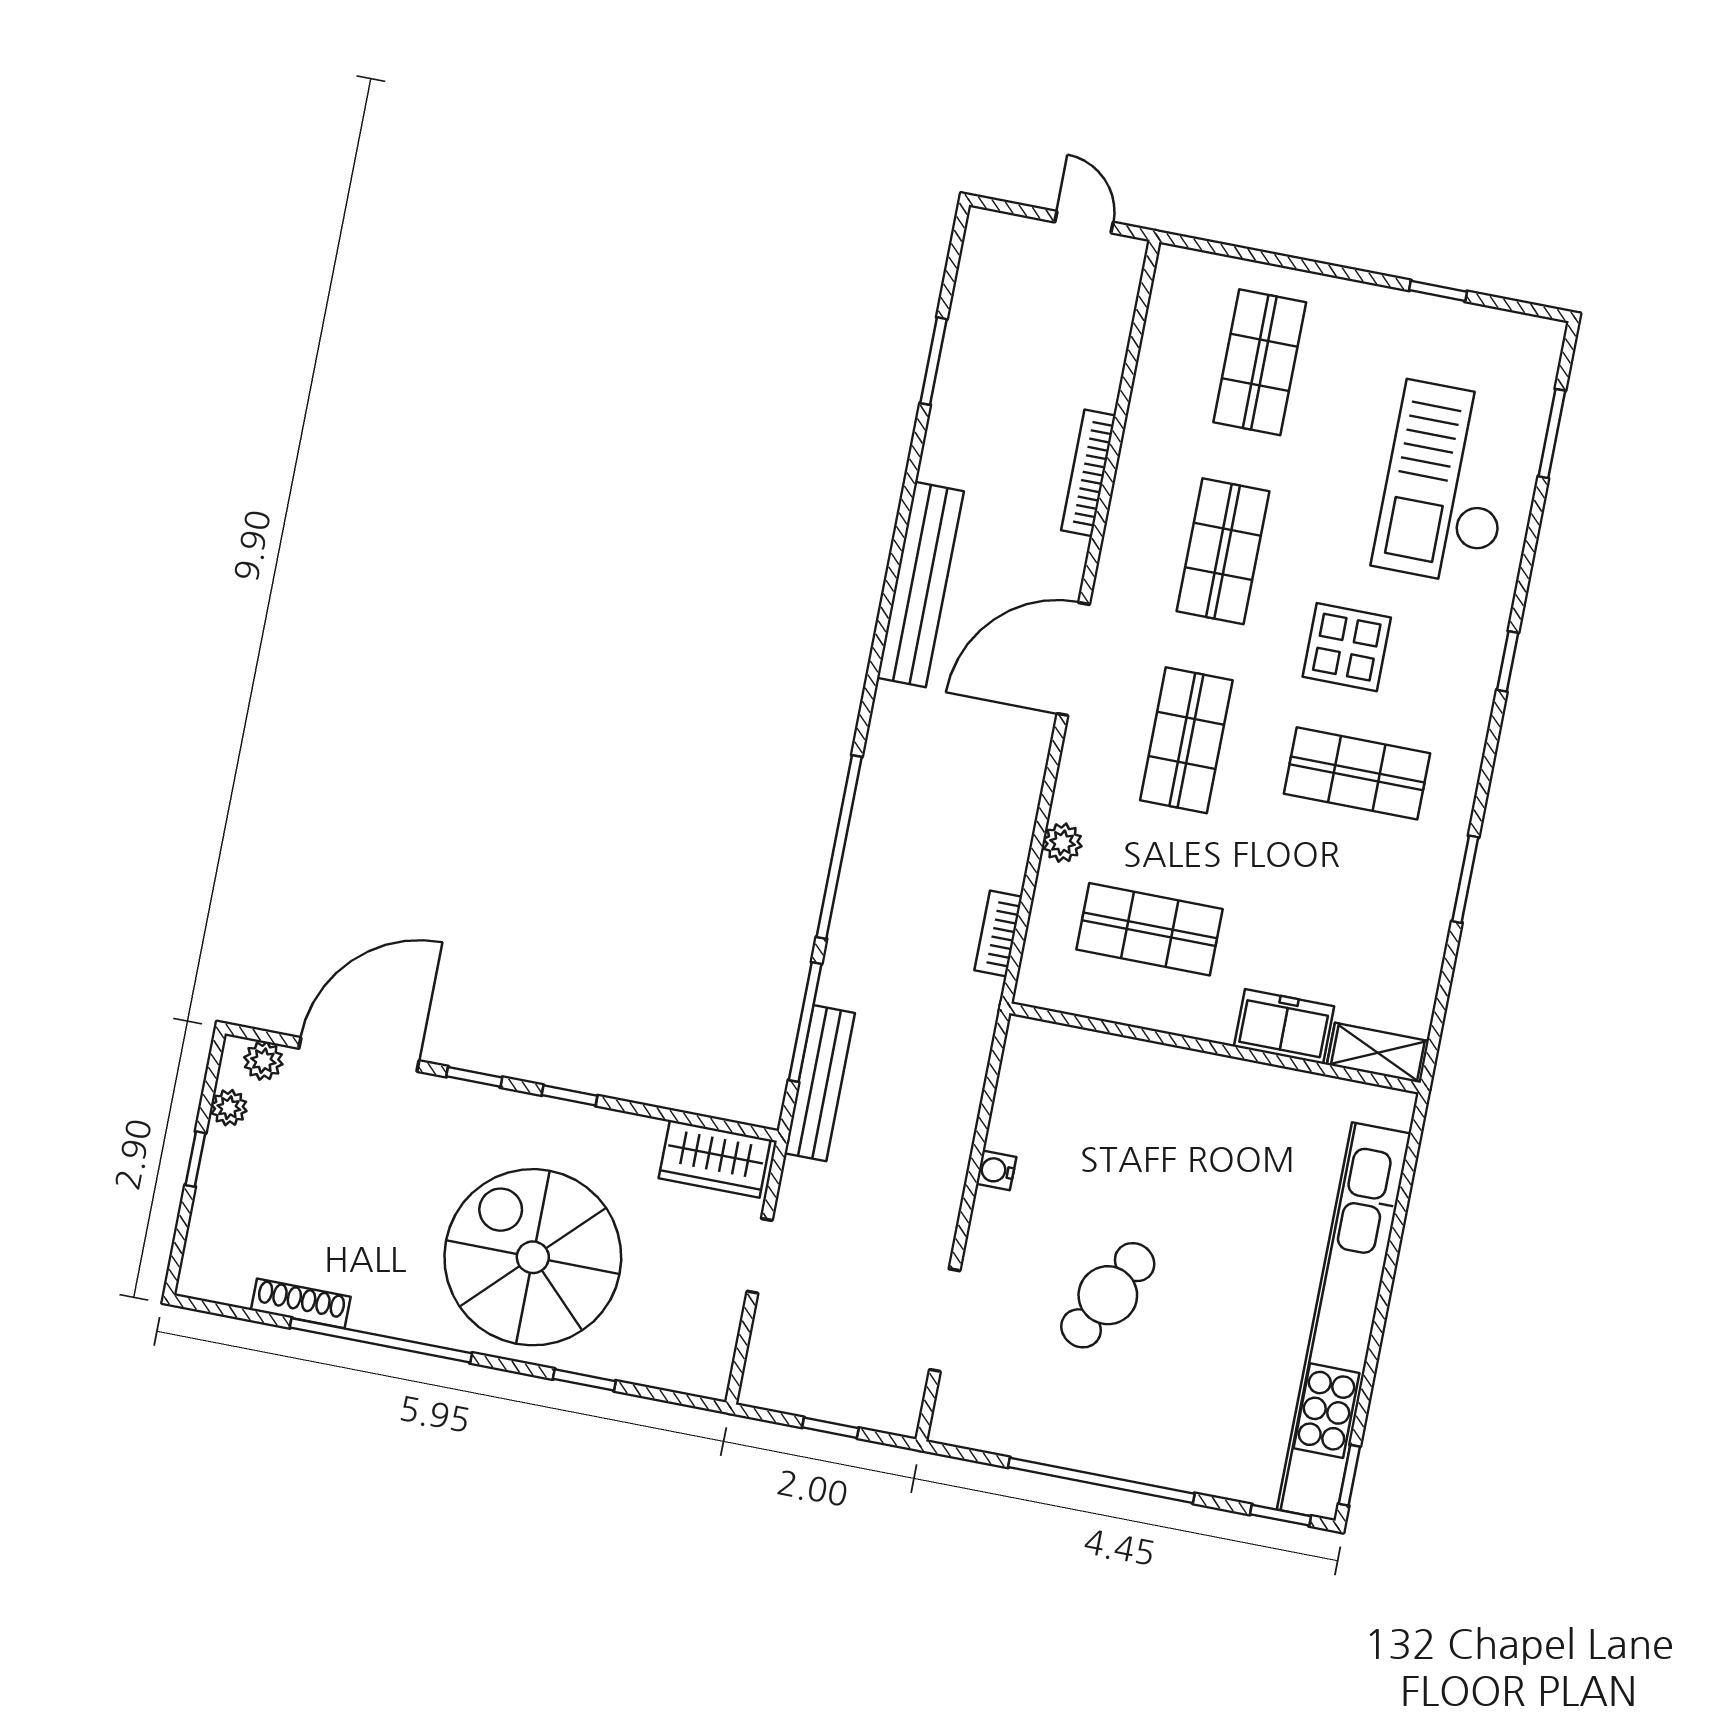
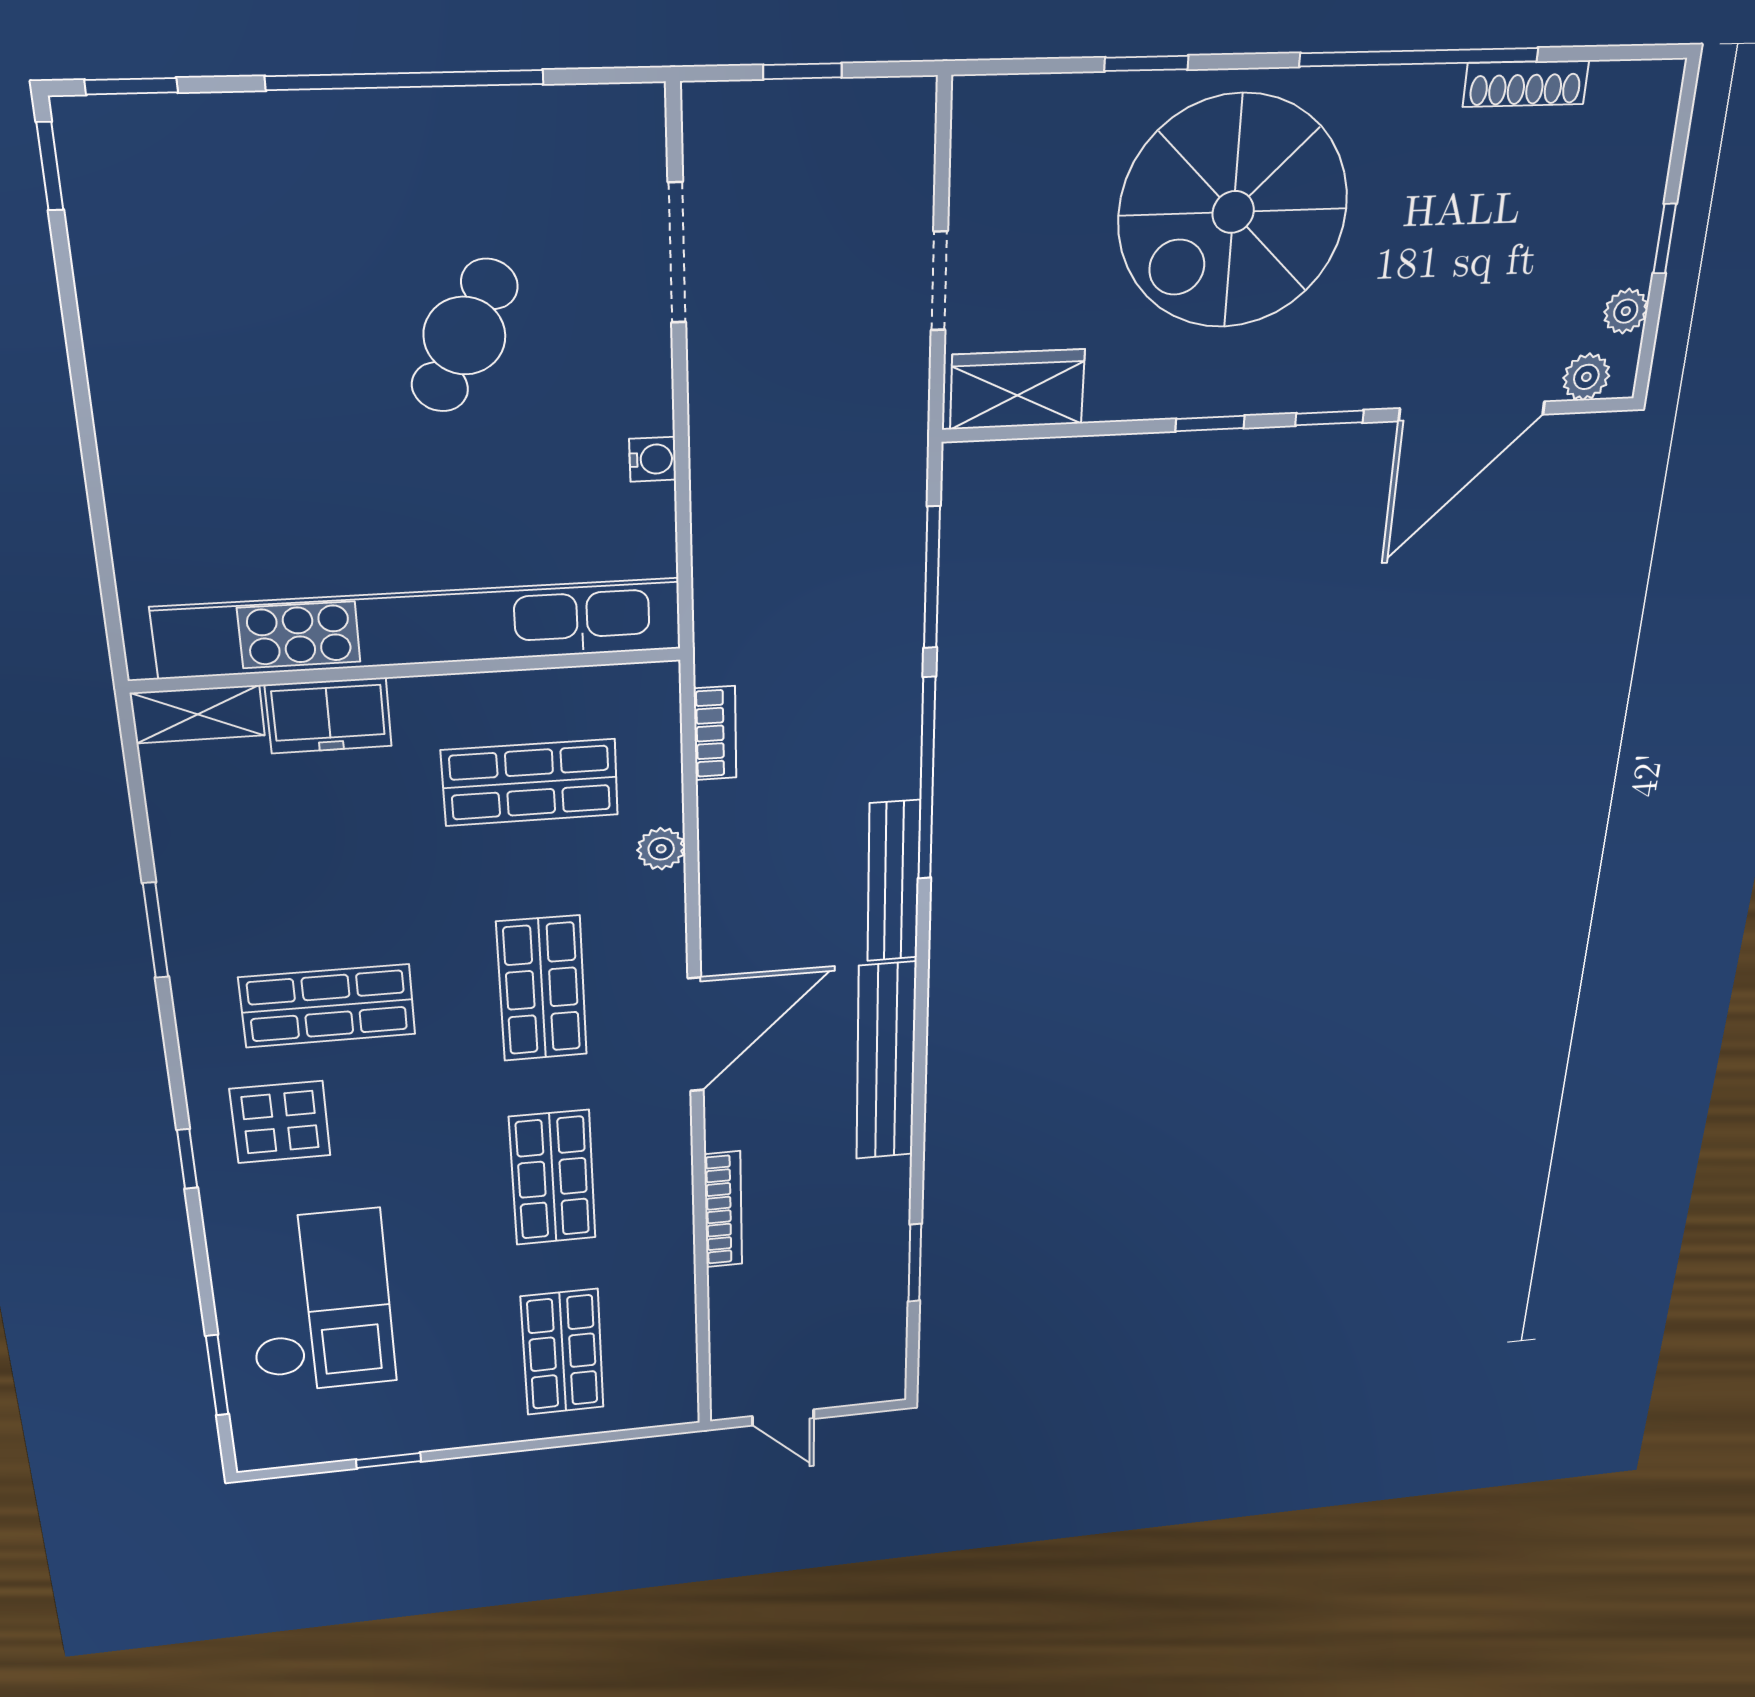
display table: (1347, 647) -> (280, 1122), moved
bench: (820, 1083) -> (894, 881), moved
spiral stairs: (533, 1257) -> (1233, 212), turned 90
kitchen unit: (1344, 1322) -> (421, 628), moved, turned -90

